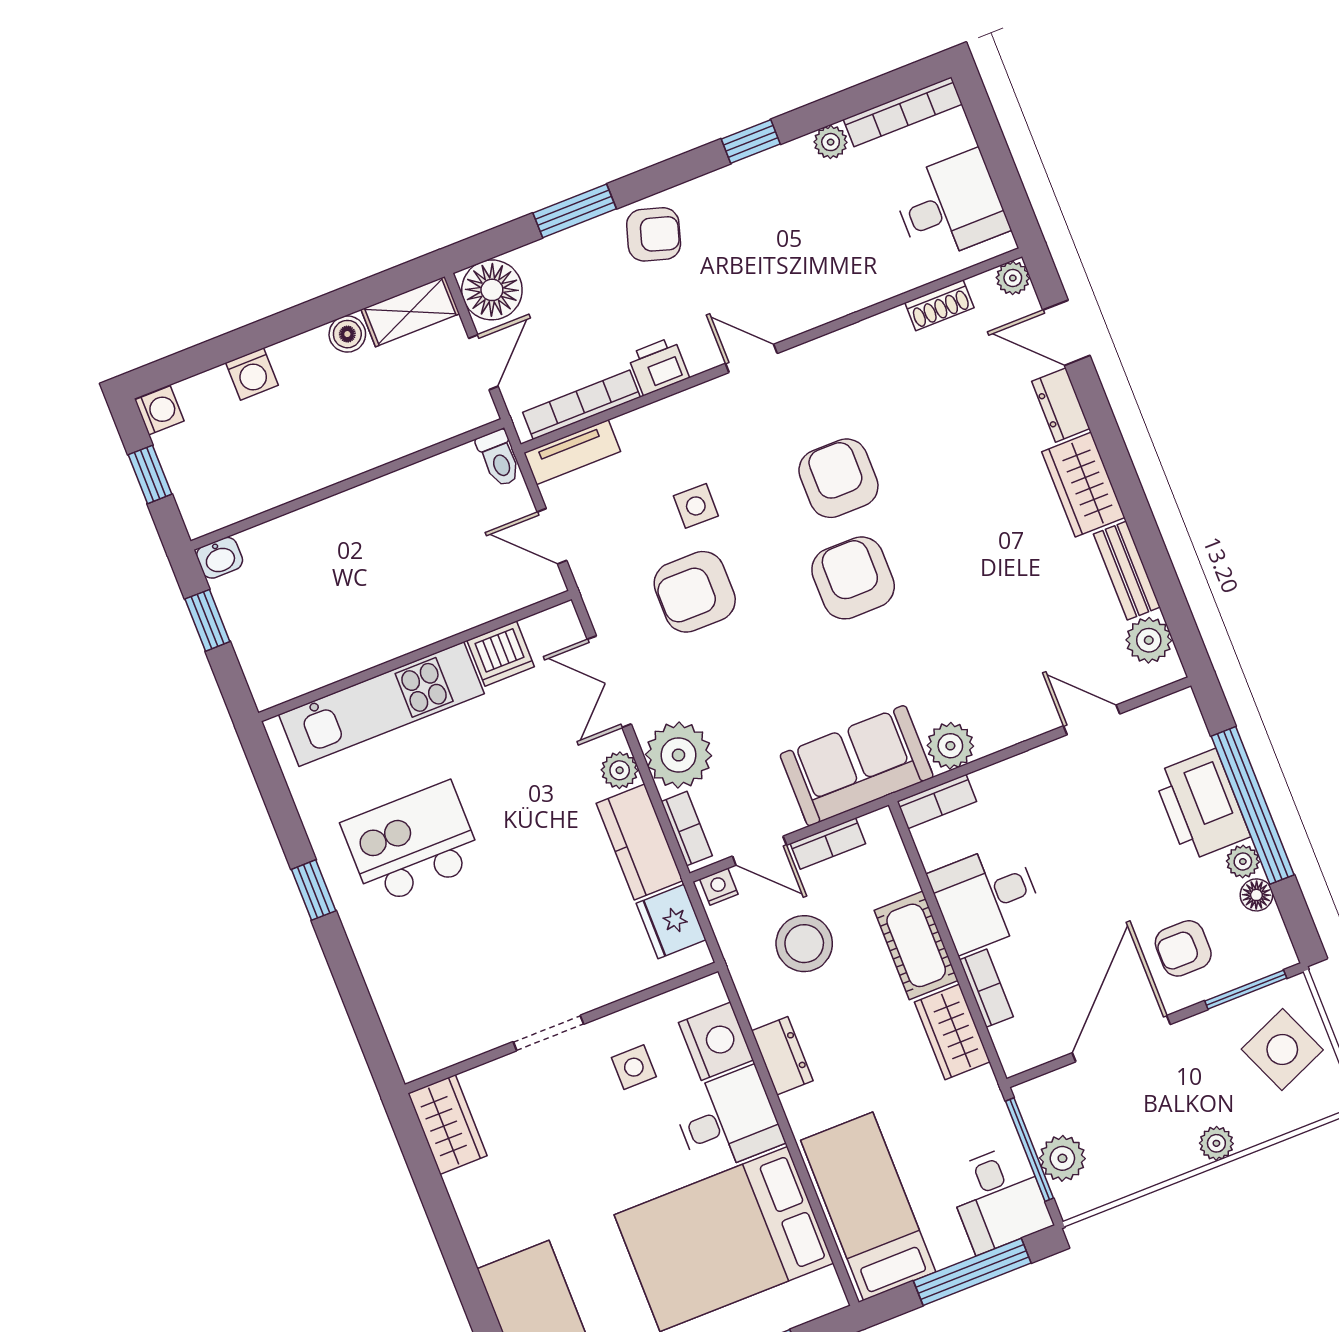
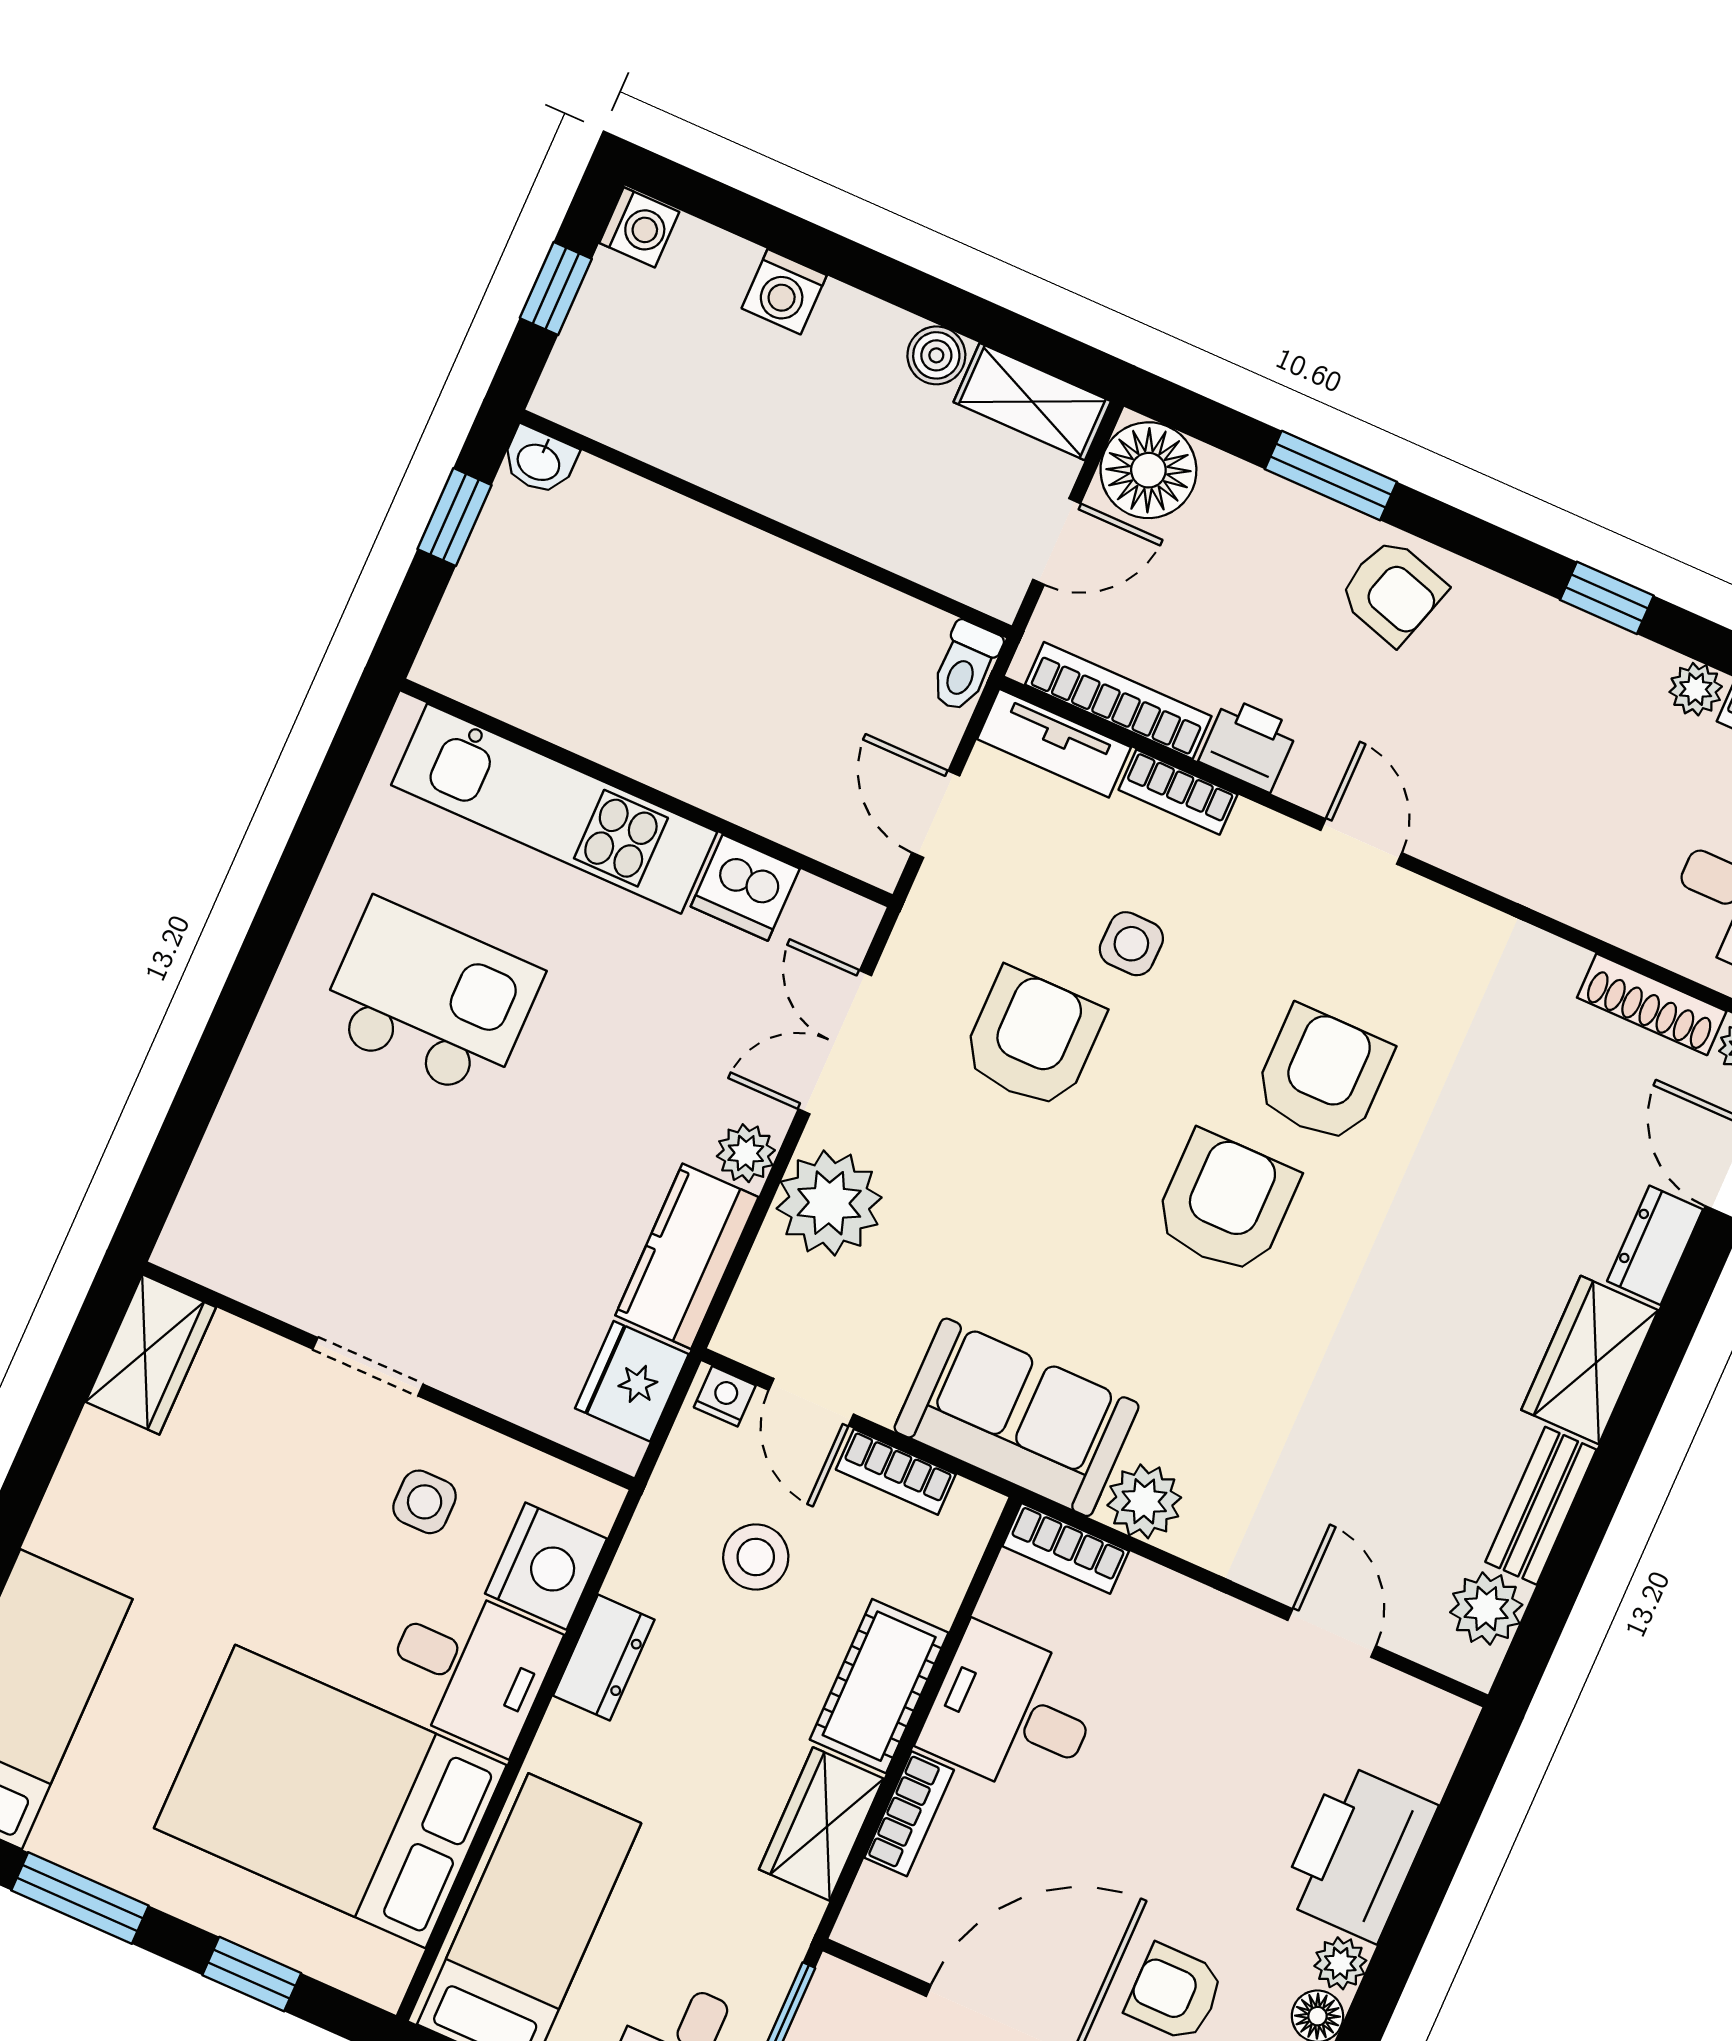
shoe rack: (939, 305) -> (1652, 1004), width x1.43
armchair: (695, 592) -> (1033, 1039), turned 90
window: (1253, 805) -> (1415, 1912), removed
bookcase: (687, 829) -> (1178, 792), moved, turned 90
window: (314, 890) -> (267, 940), removed
stool: (804, 944) -> (756, 1557), width x0.73, depth x0.73

